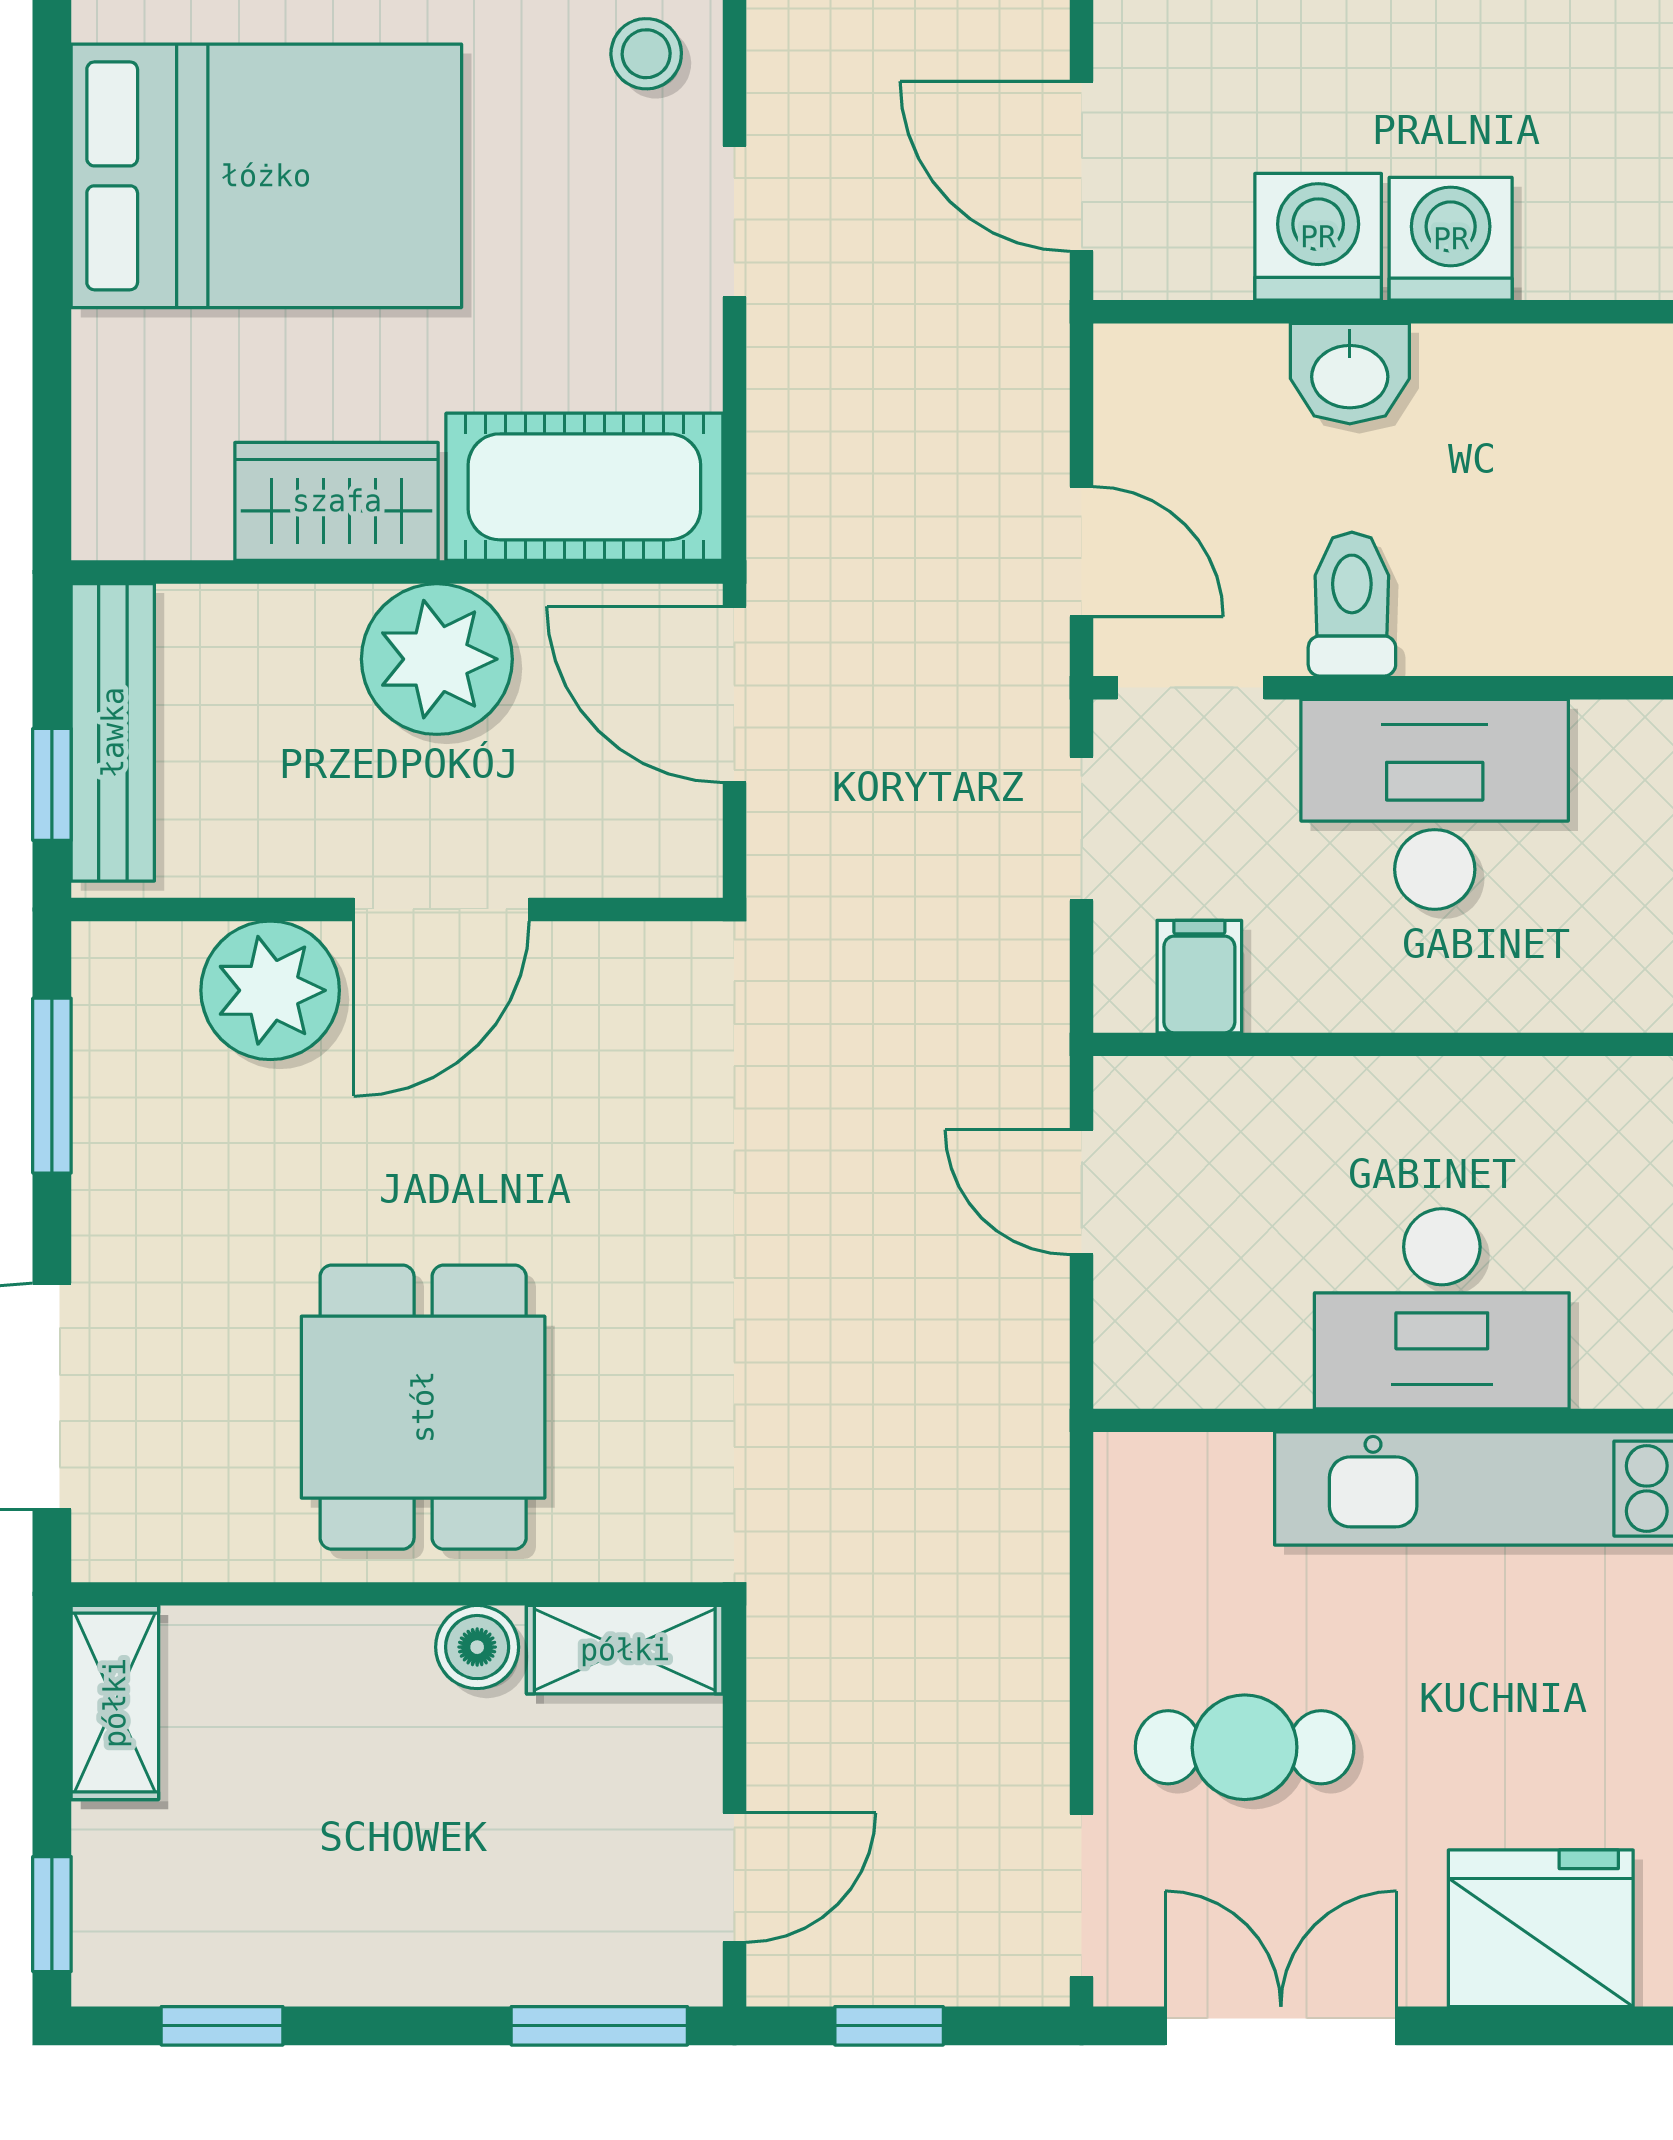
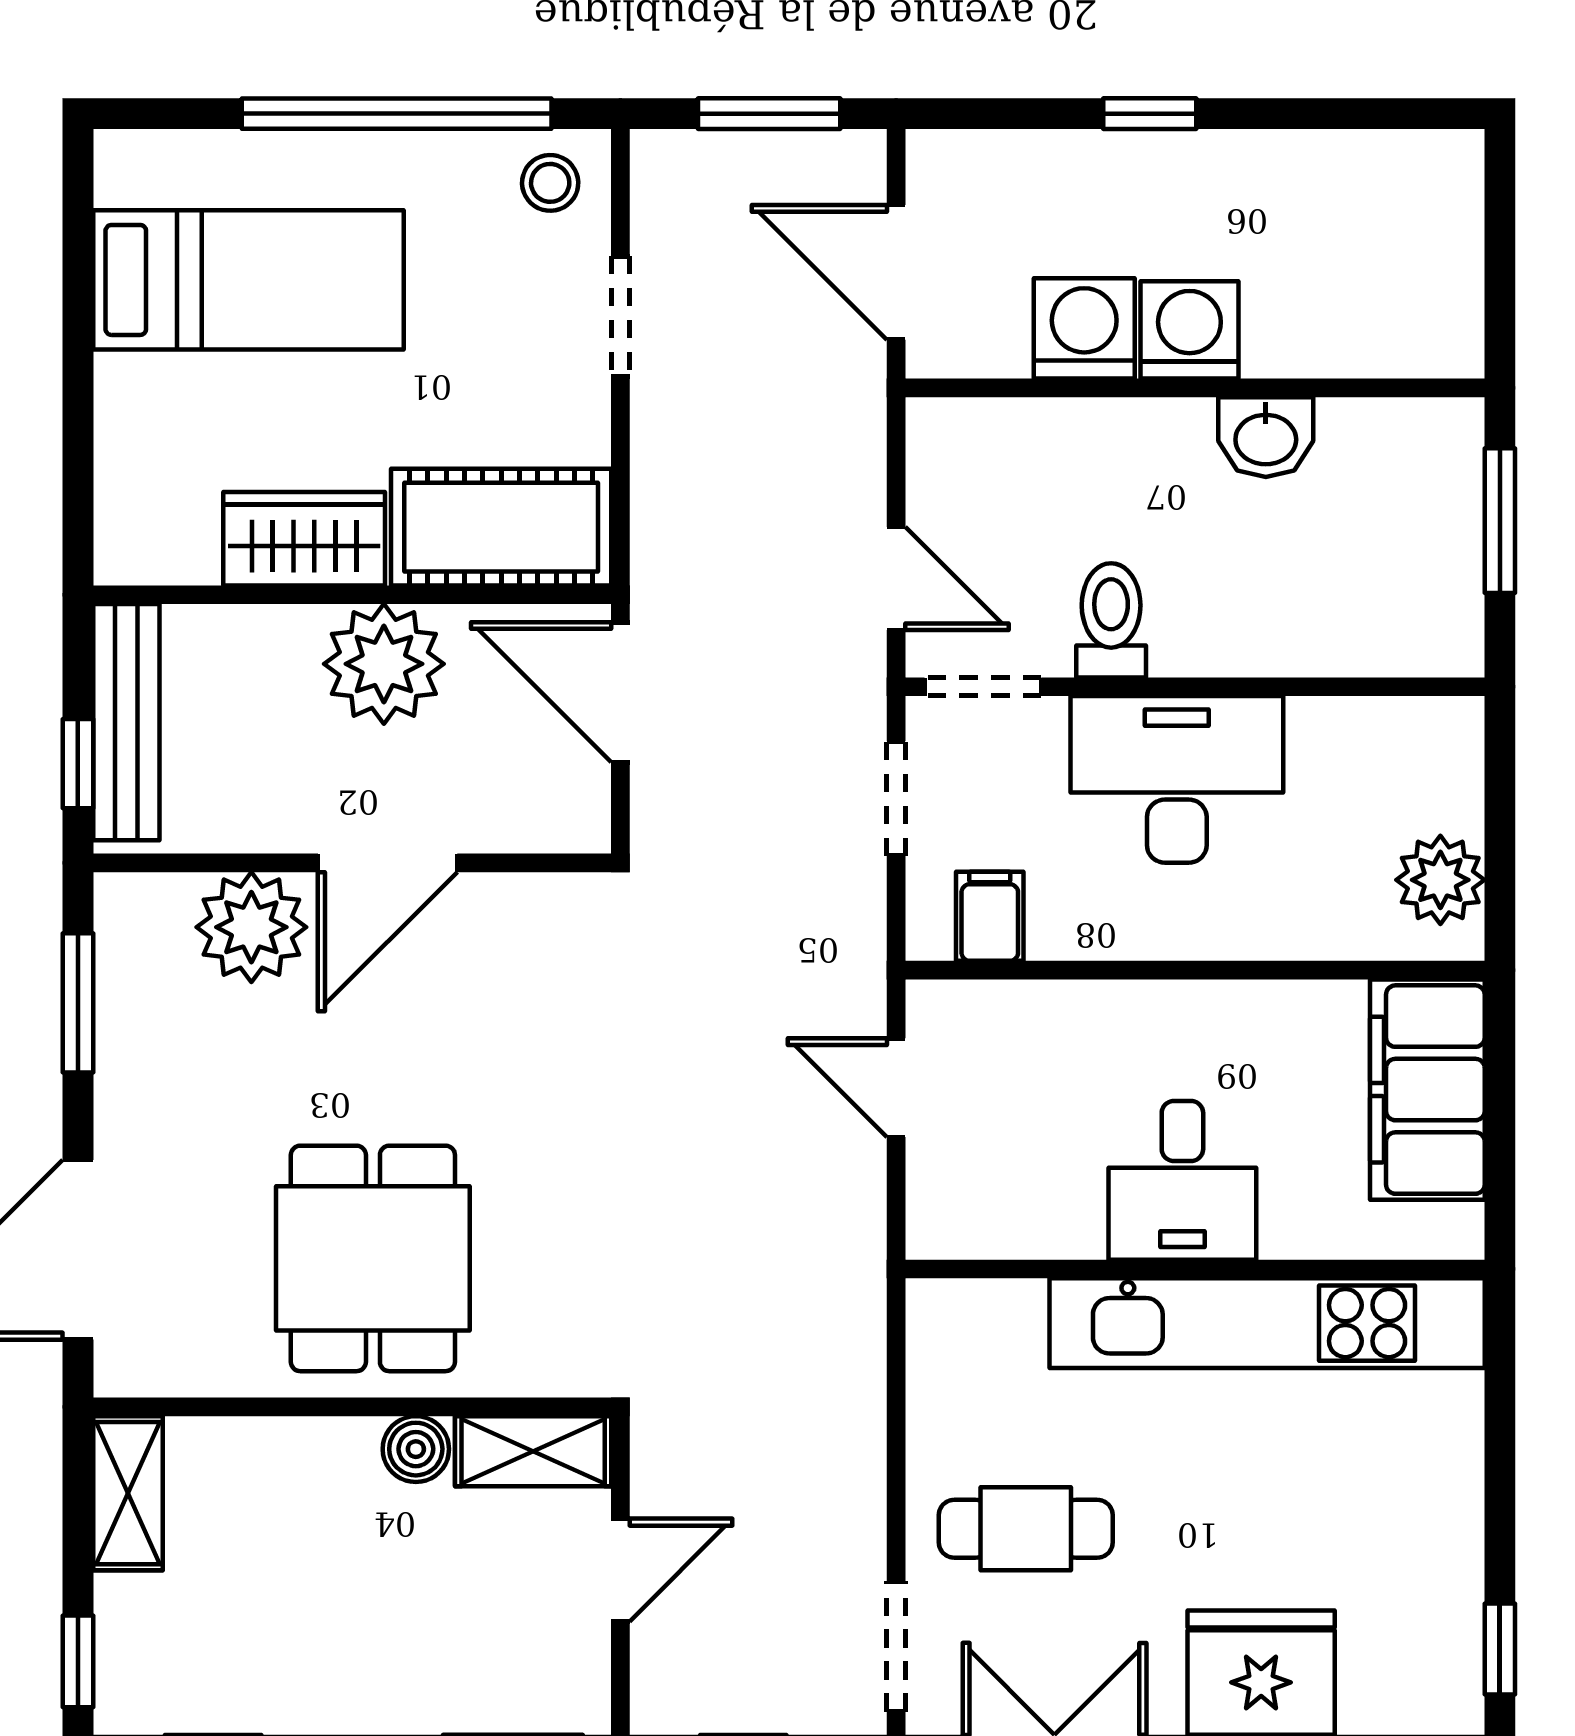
bed: (266, 176) -> (248, 280), width x0.67
washbasin: (1350, 374) -> (1266, 437), moved
desk: (1442, 1309) -> (1182, 1180), width x0.73
door: (734, 1878) -> (620, 1570), moved

